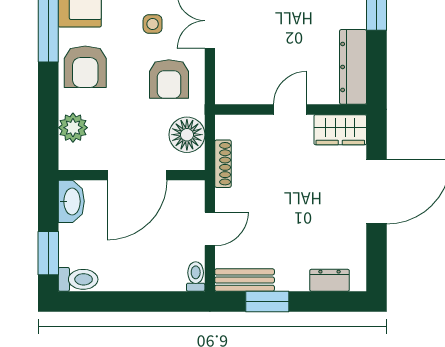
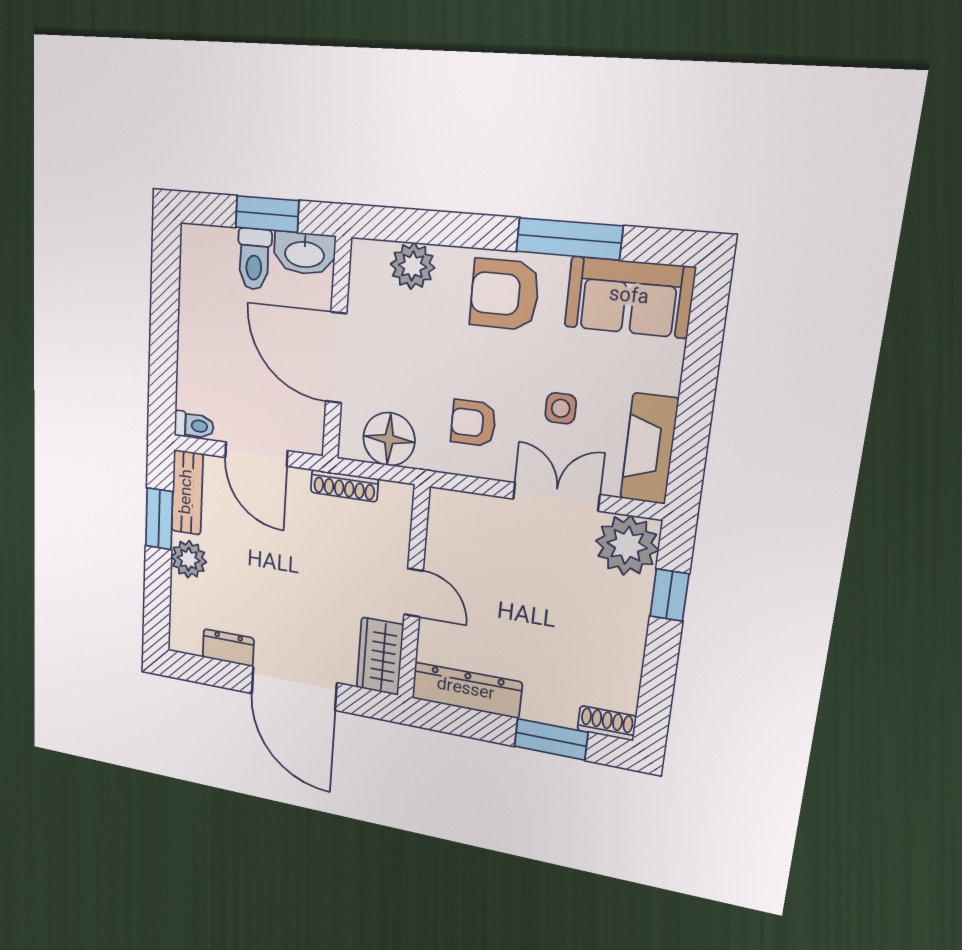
armchair: (169, 79) -> (473, 423), width x0.72, depth x0.72
door: (210, 229) -> (256, 454), width x1.38
window: (48, 253) -> (267, 214), moved
plant: (294, 277) -> (189, 559), added
toilet: (78, 279) -> (254, 259), moved
dresser: (330, 280) -> (228, 648), moved, turned -90

